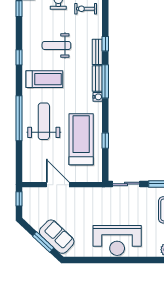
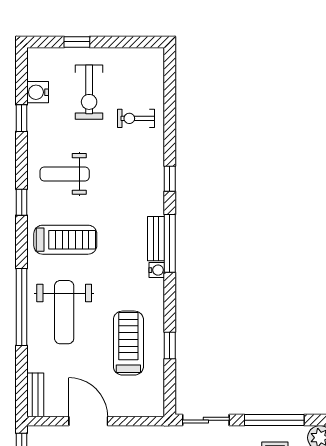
weight bench: (56, 45) -> (65, 174), moved
bench: (97, 52) -> (35, 395), moved
weight bench: (44, 121) -> (64, 312), turned 180
treadmill: (81, 139) -> (128, 343), width x0.73, depth x0.73

